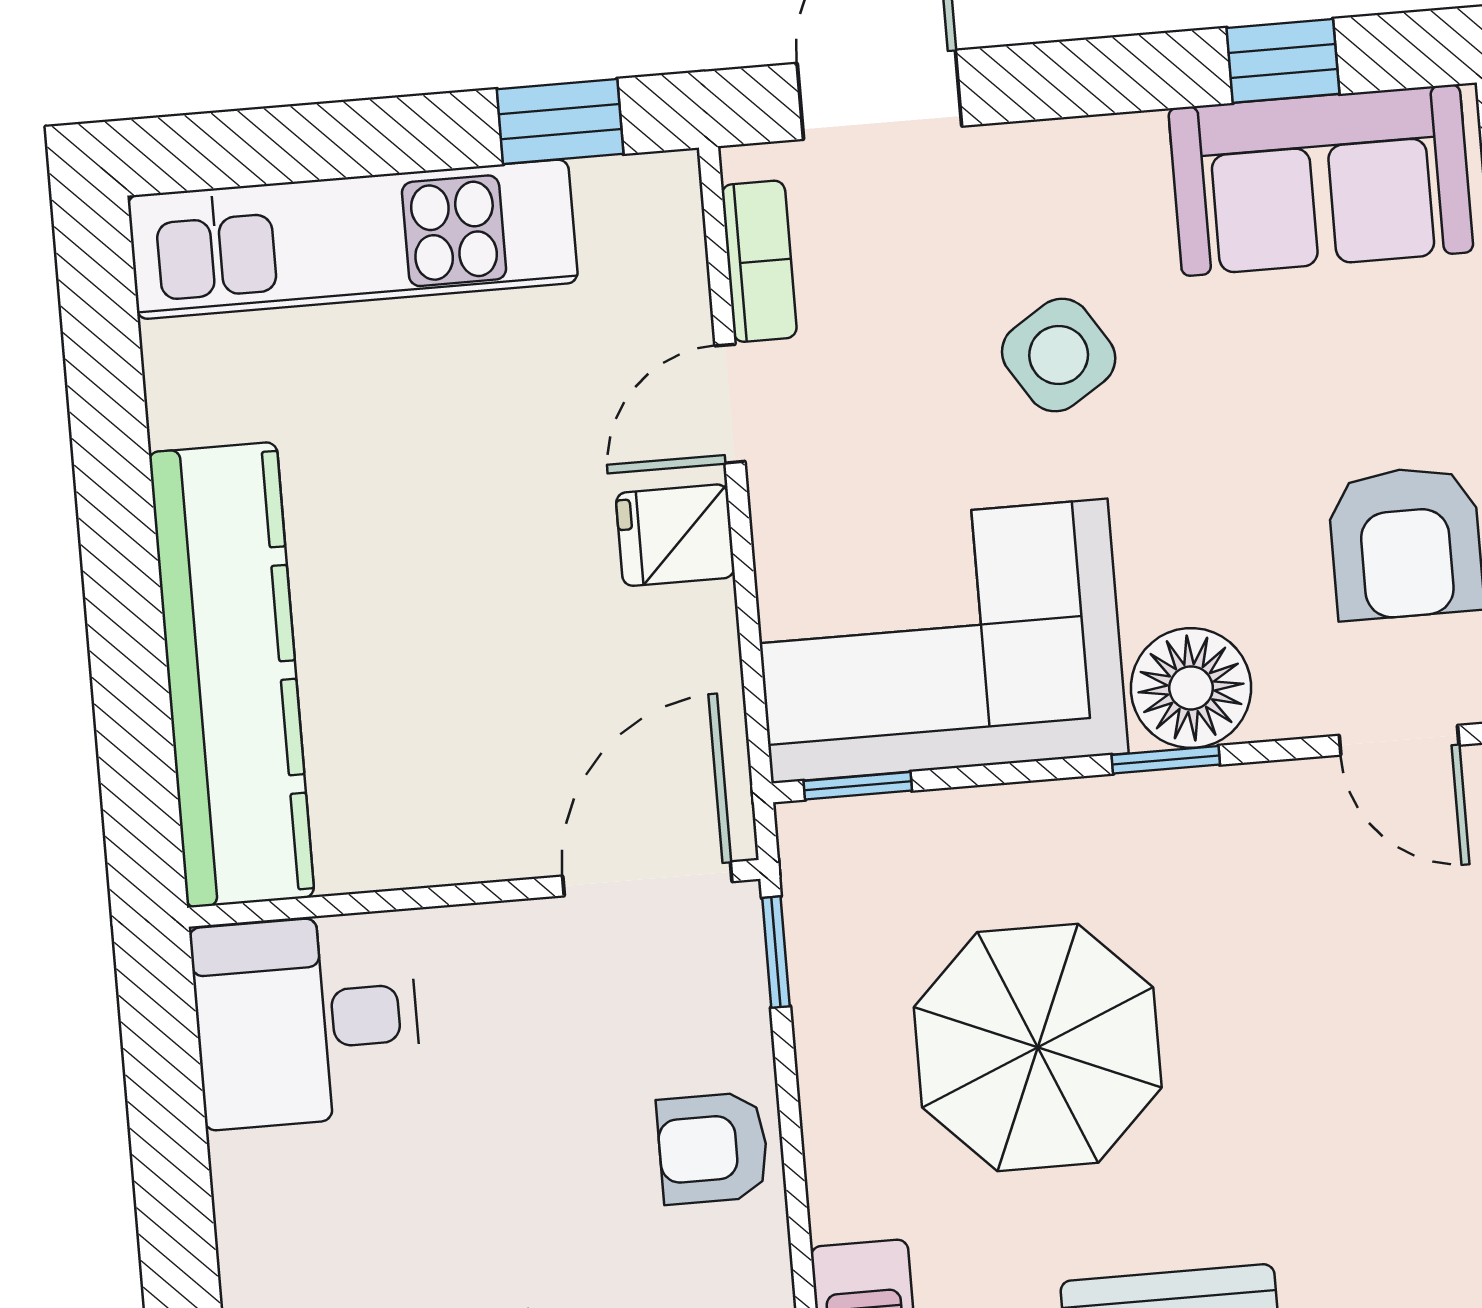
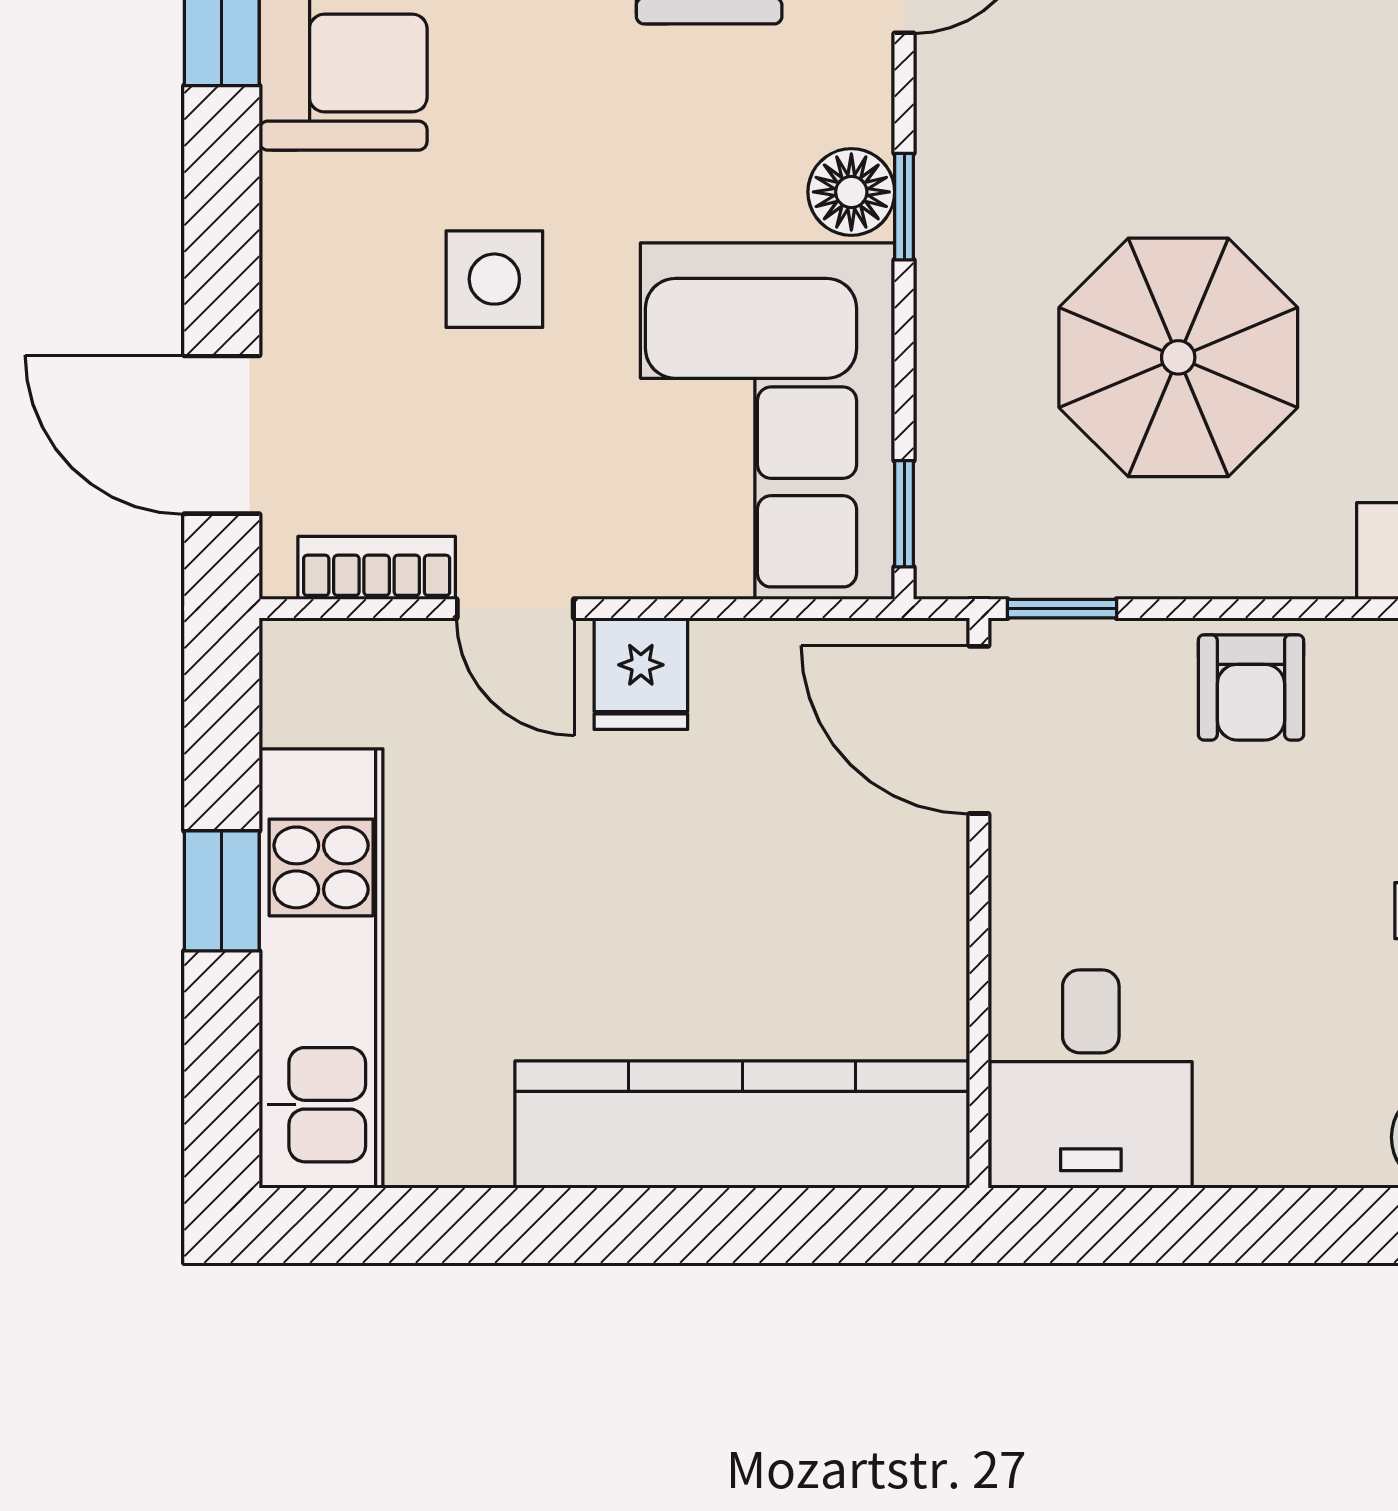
window: (560, 122) -> (222, 891), moved
side table: (1059, 355) -> (494, 279), turned 33
floor lamp: (1191, 688) -> (851, 192), width x0.73, depth x0.73

